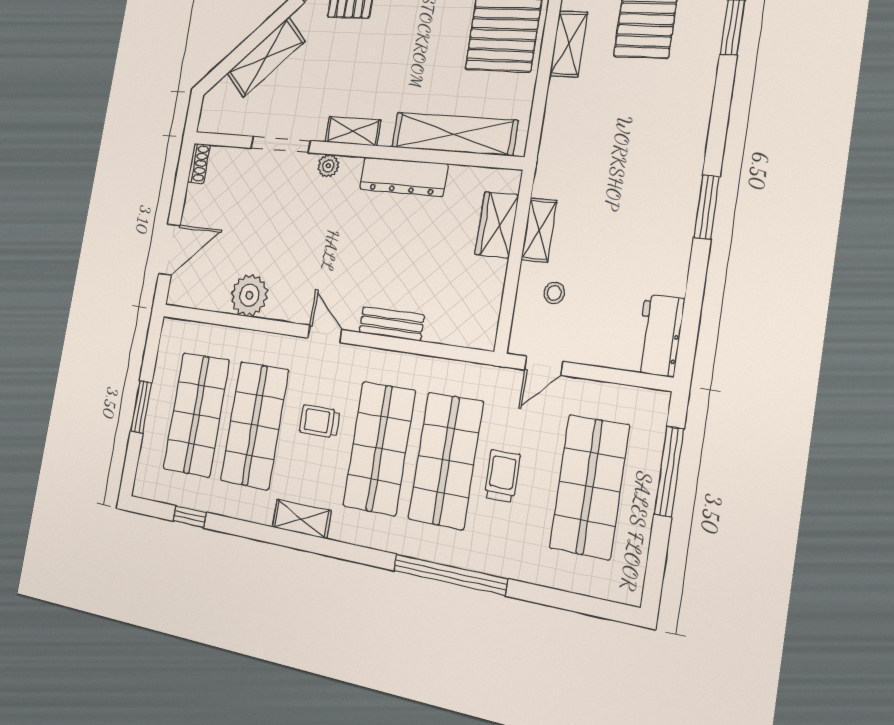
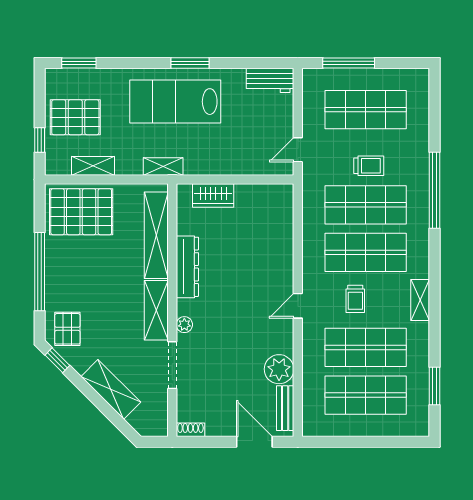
shelving: (353, 131) -> (156, 310), width x1.50, depth x1.33
lab bench: (648, 178) -> (175, 102), added
shelving: (539, 230) -> (163, 167), moved
stool: (554, 293) -> (252, 150), removed
bench: (392, 324) -> (285, 408), moved
door: (544, 366) -> (298, 150), swing flipped
window: (141, 407) -> (367, 442), removed
trolley: (502, 476) -> (369, 166), turned 180
window: (190, 517) -> (434, 386), width x1.50

